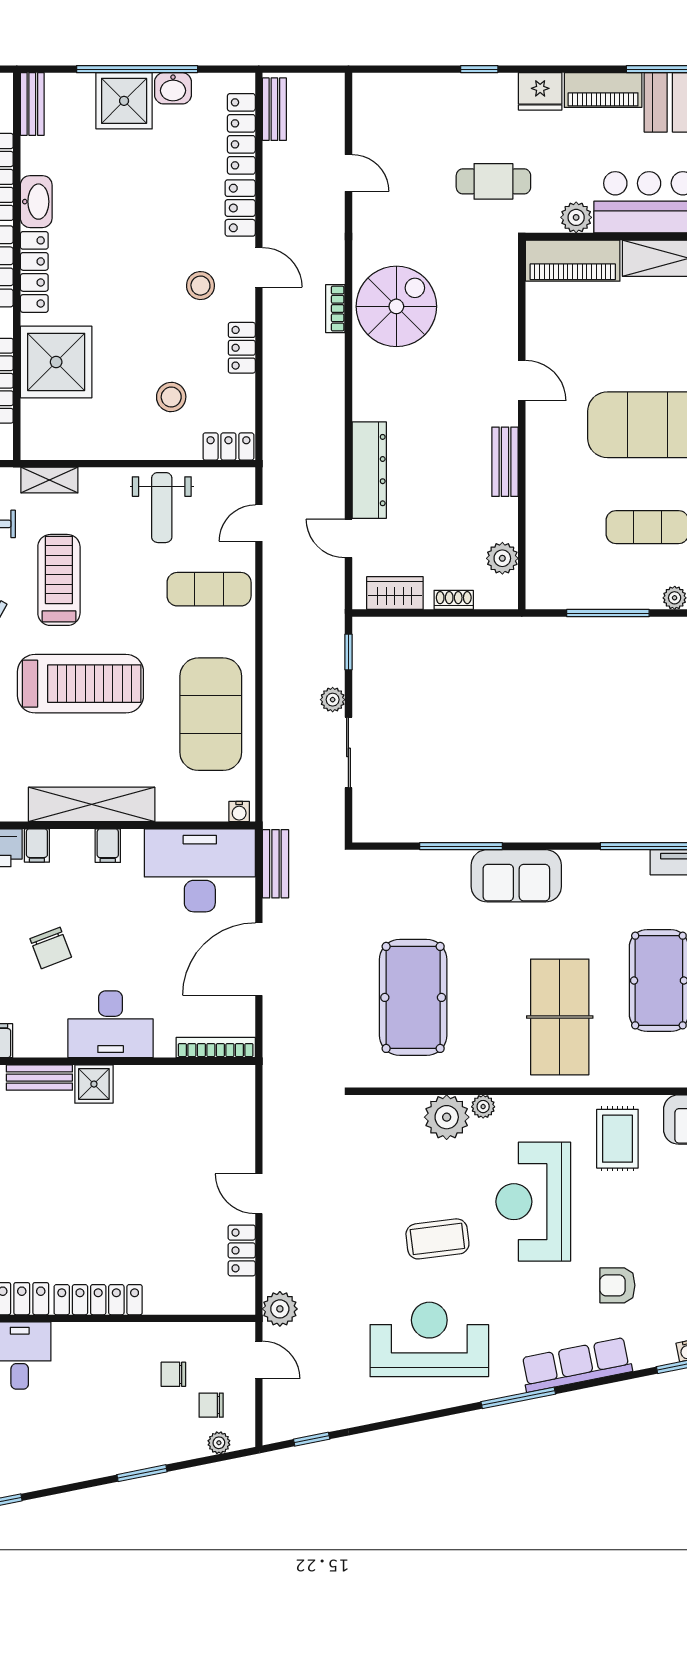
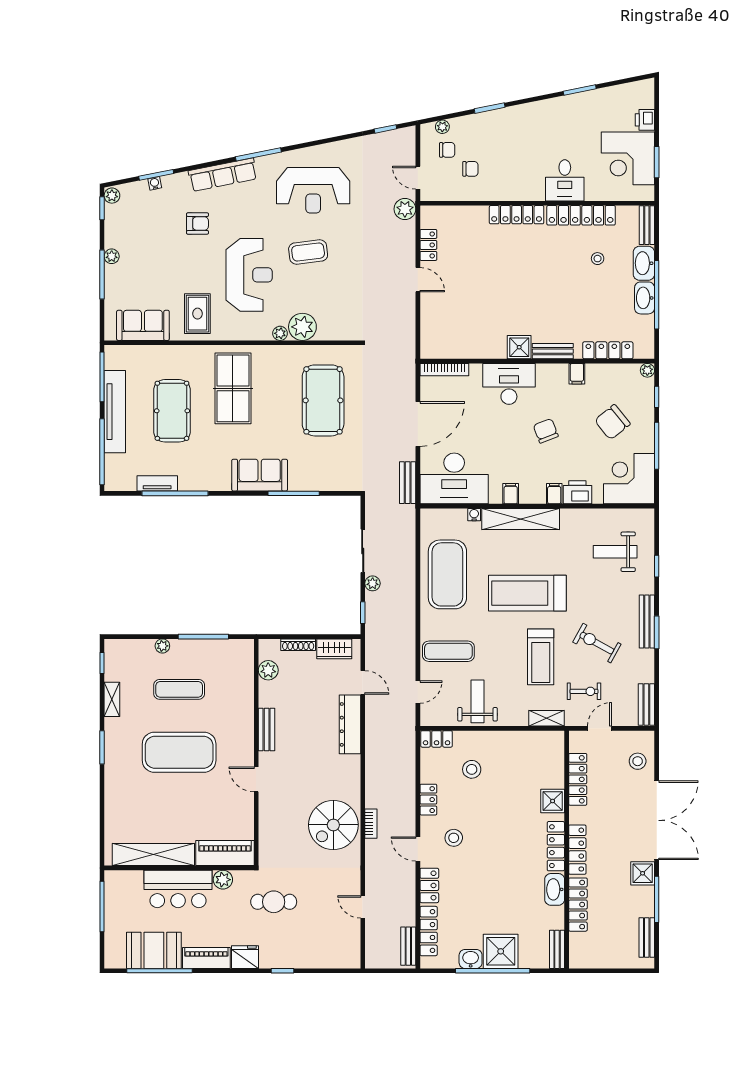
shower: (56, 362) -> (553, 801), width x0.54, depth x0.54
shoe rack: (454, 600) -> (298, 645), width x1.43
water cooler: (239, 811) -> (474, 515), moved

